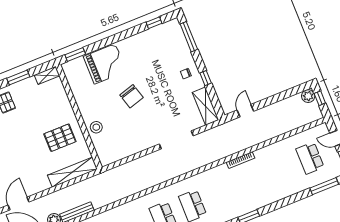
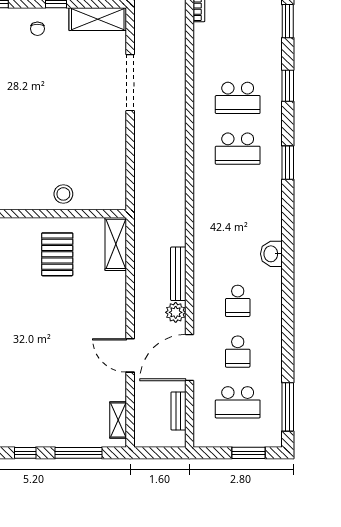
chair: (131, 96) -> (38, 123), removed
shelving: (72, 172) -> (116, 244), width x0.68

